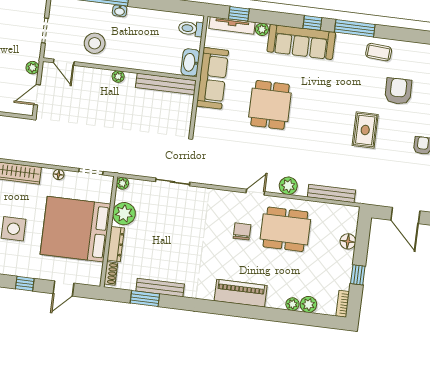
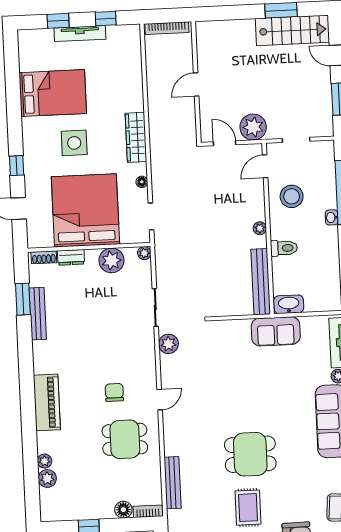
toilet: (191, 29) -> (284, 248), moved, turned 90
plant: (32, 68) -> (253, 127), width x1.88, depth x1.88
sofa: (212, 78) -> (276, 331), width x0.73
dining table: (270, 105) -> (250, 454), moved
rug: (365, 130) -> (248, 508), turned 90
plant: (288, 186) -> (168, 344), moved
door: (255, 192) -> (160, 400), hinge flipped
dining table: (285, 229) -> (125, 439), width x0.73
chair: (242, 231) -> (114, 392), turned -90
dresser: (116, 244) -> (71, 257), width x0.70
bookcase: (343, 304) -> (148, 511), moved

